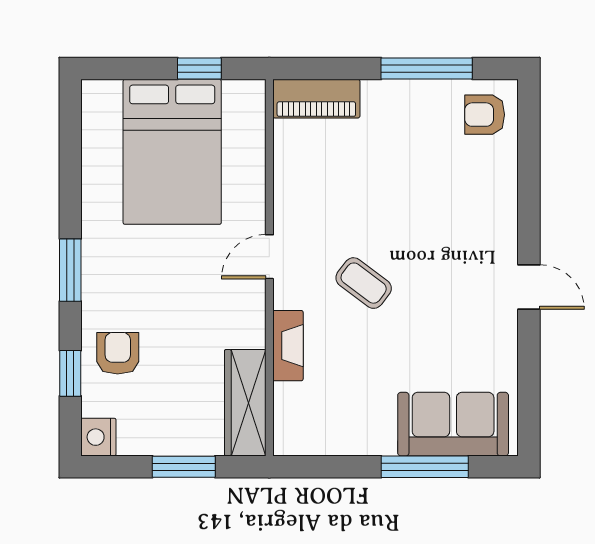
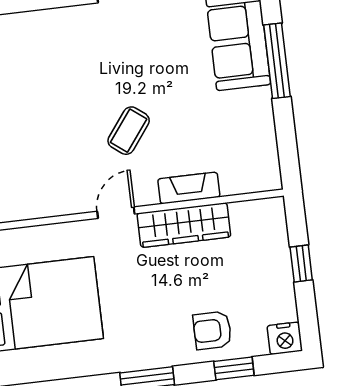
door: (269, 257) -> (116, 213), swing flipped
wardrobe: (245, 403) -> (184, 225), moved
window: (184, 467) -> (301, 263), width x0.67

